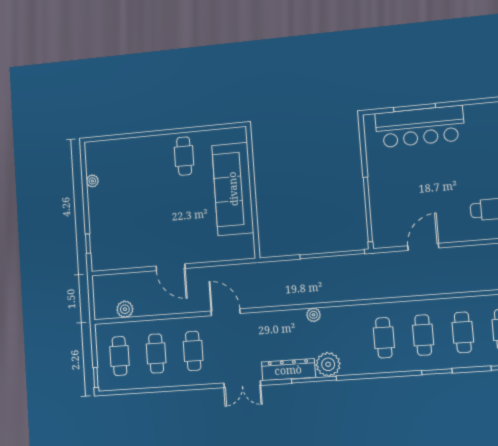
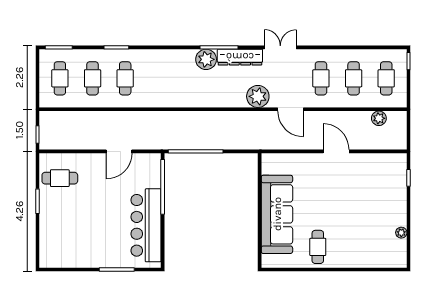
bar counter: (420, 127) -> (146, 225), moved, turned -90
plant: (314, 315) -> (258, 96), moved, width x1.88, depth x1.88
cafe table: (384, 338) -> (158, 78), removed

